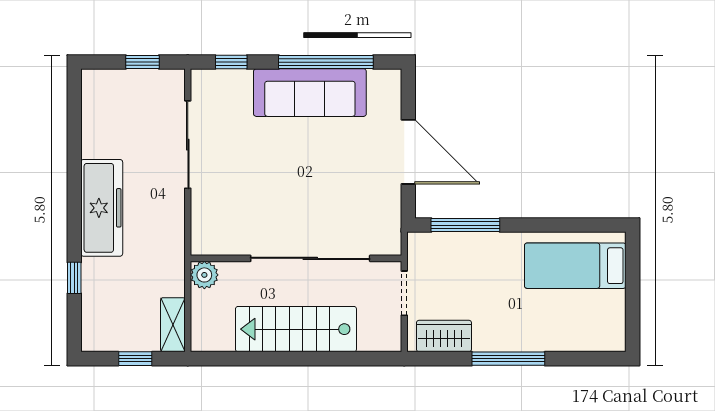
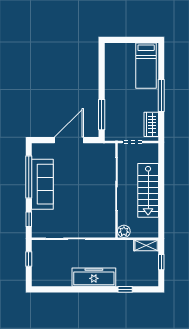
bed: (575, 266) -> (146, 66), moved

